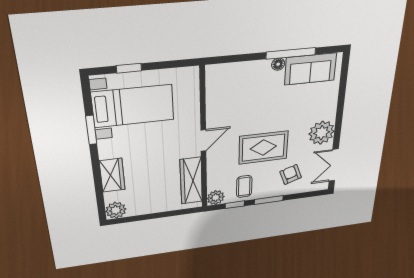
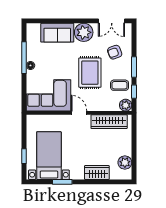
sofa: (311, 69) -> (57, 33), moved, turned 90
corner sofa: (230, 95) -> (49, 95), added
plant: (116, 210) -> (125, 163), moved

